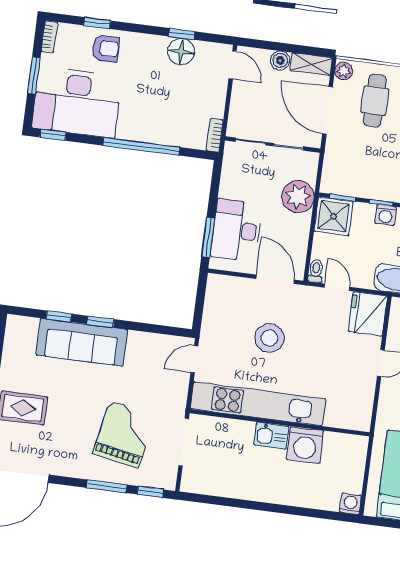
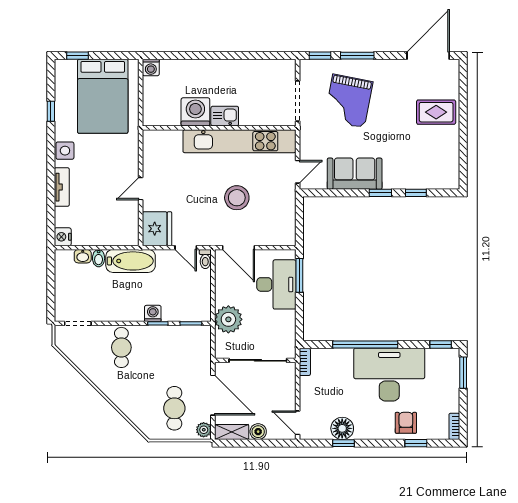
armchair: (106, 48) -> (406, 423), turned 90
window: (34, 75) -> (463, 373), moved
desk: (77, 102) -> (389, 375), moved
shower: (334, 216) -> (196, 307), removed
sofa: (82, 342) -> (355, 174), moved, width x0.73

